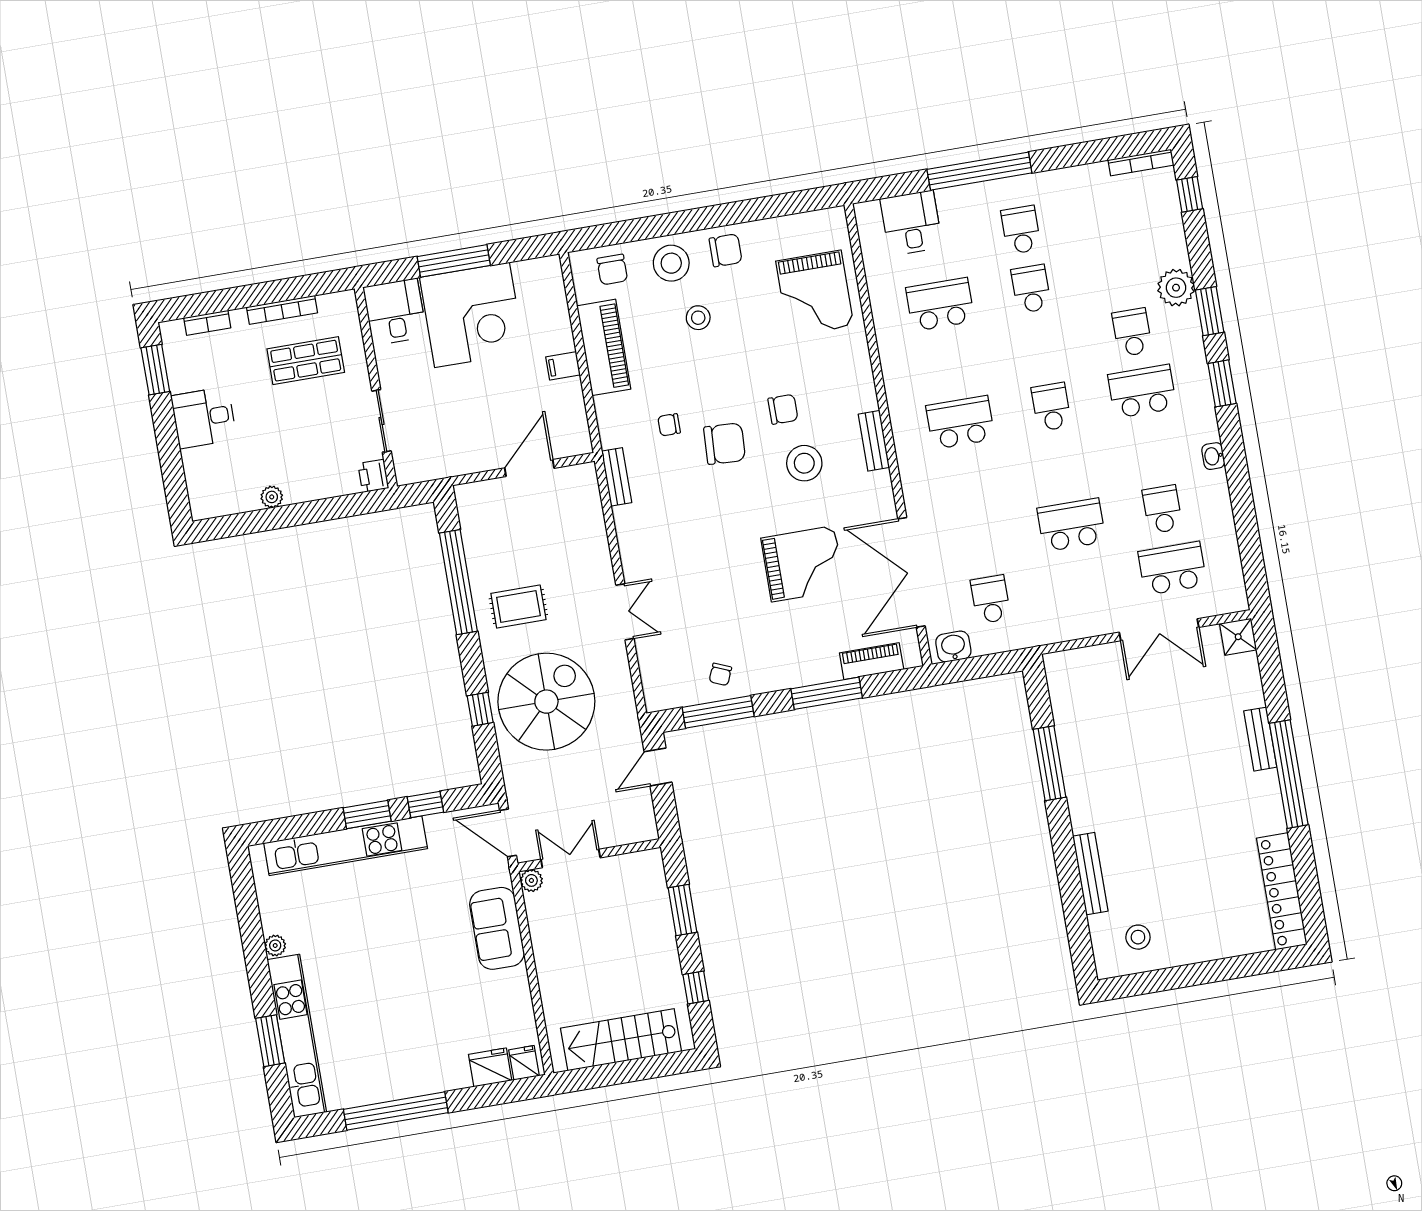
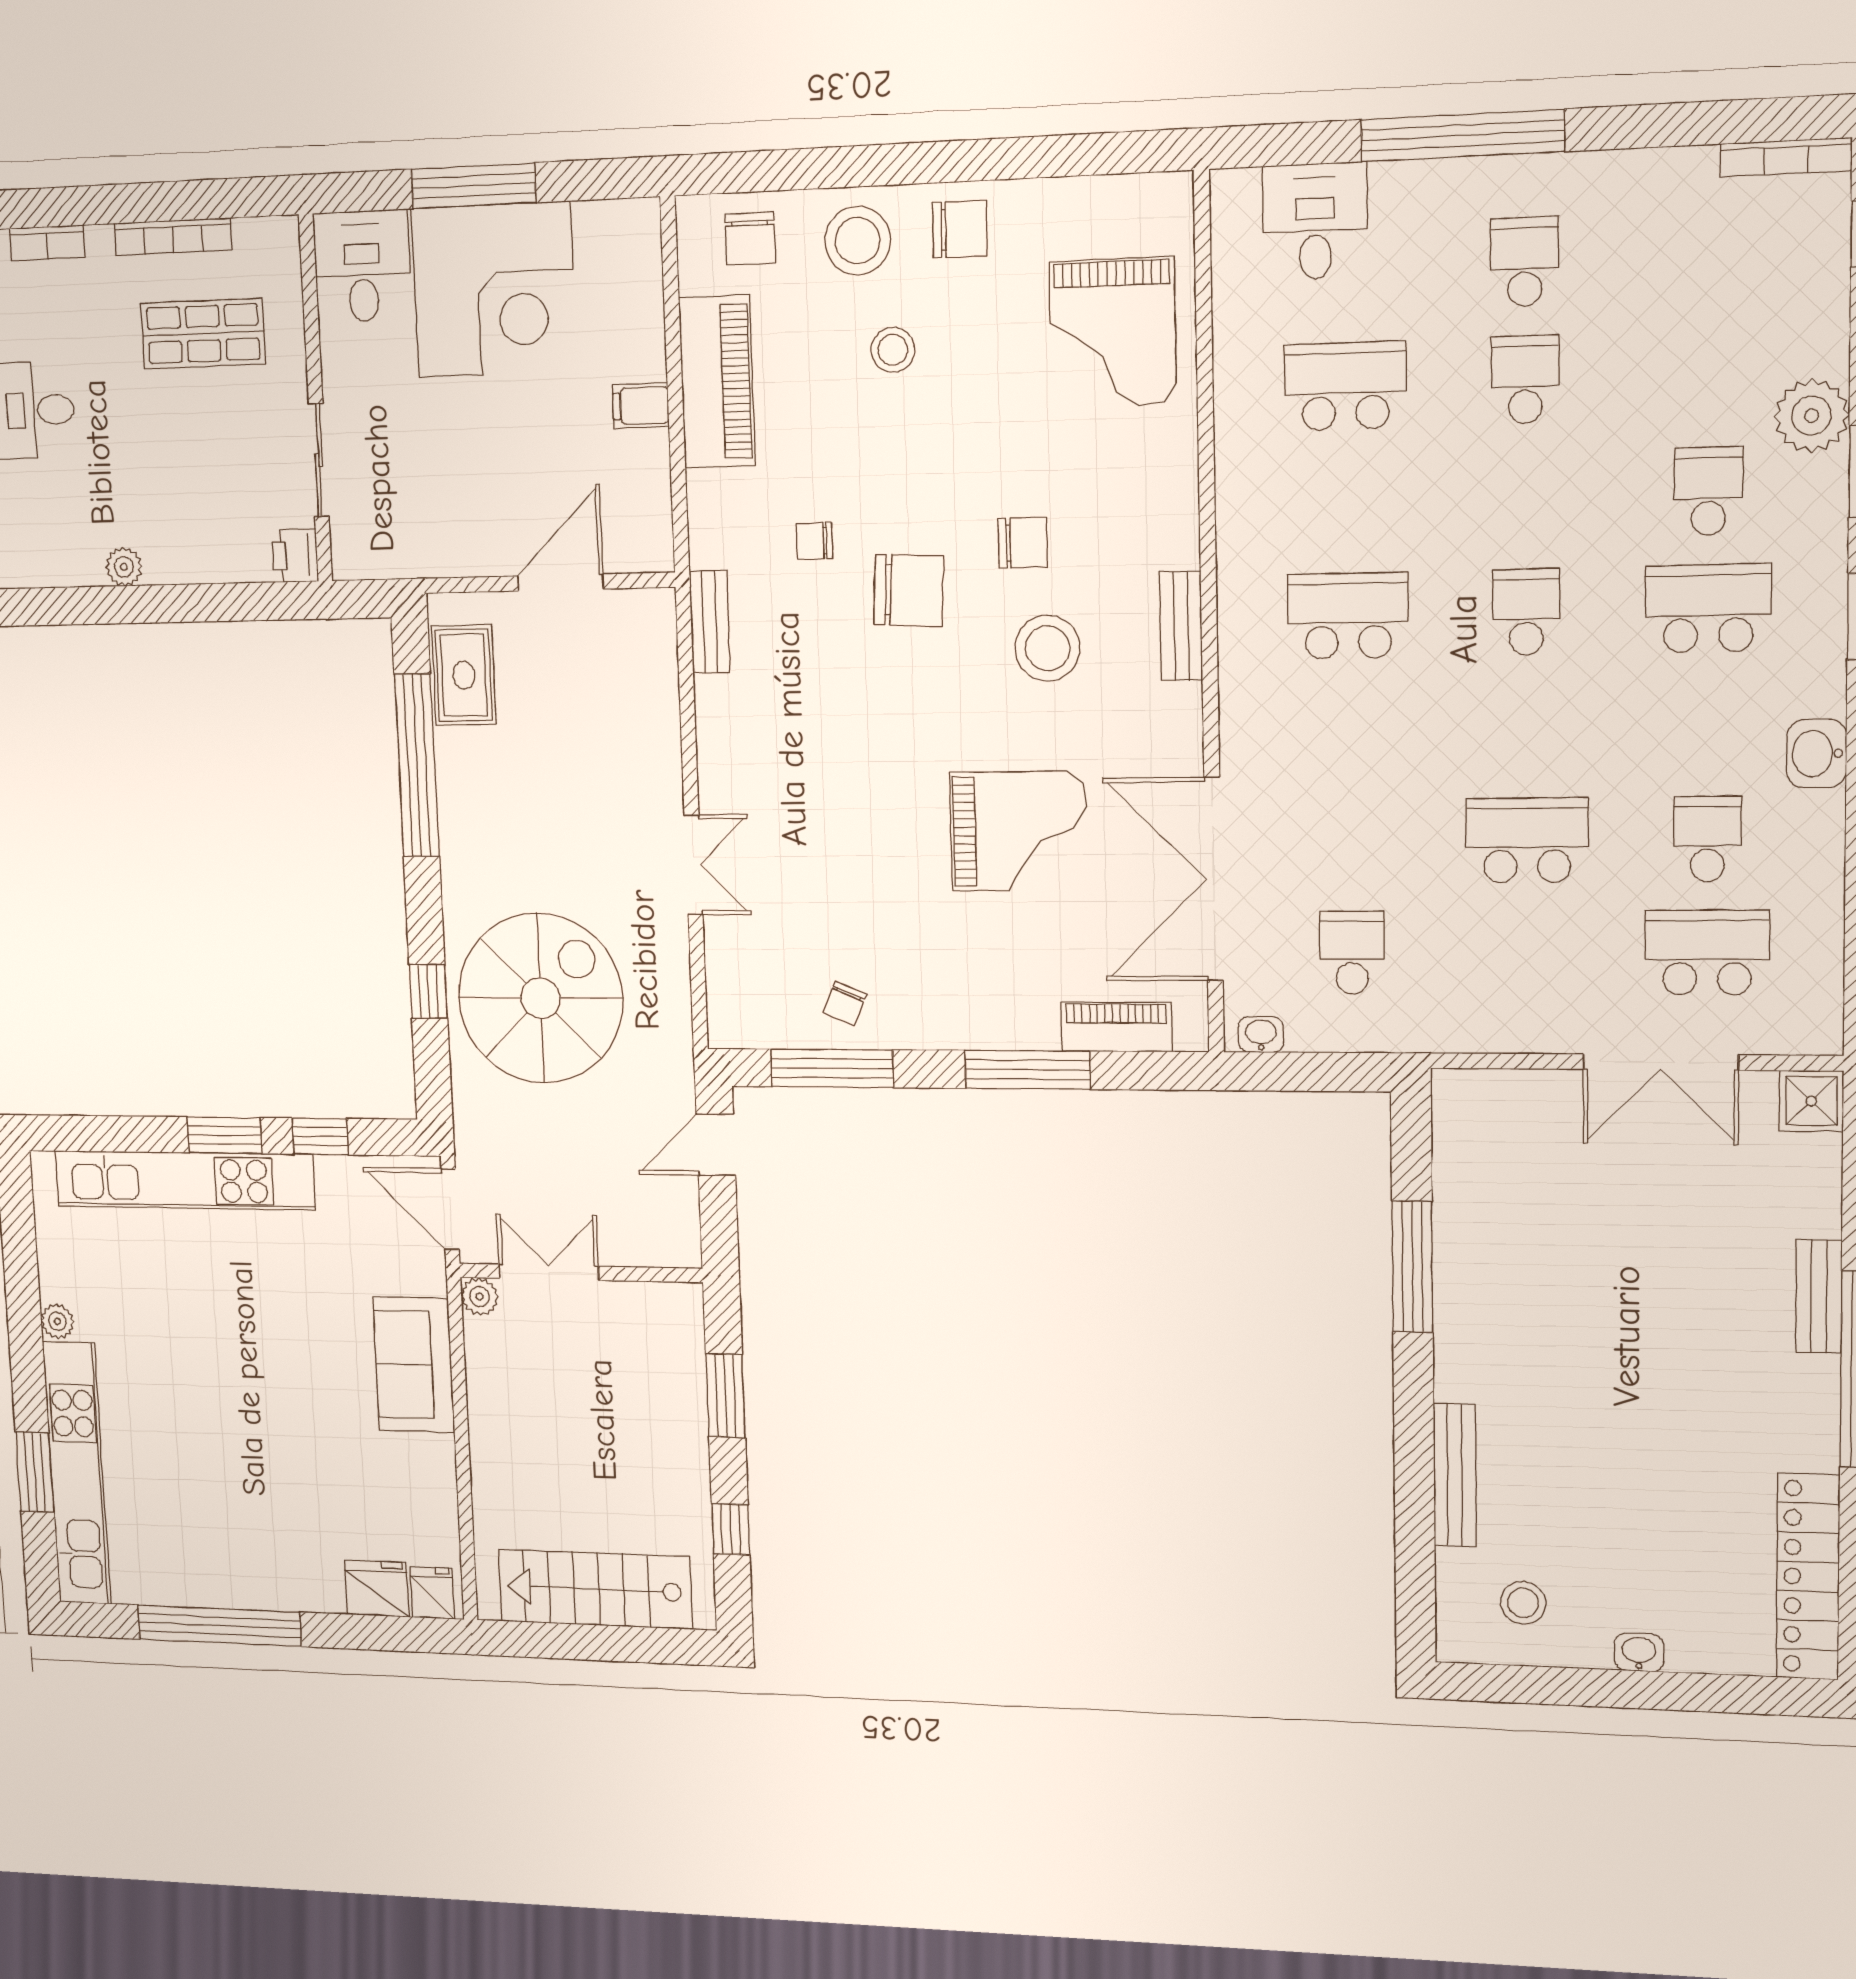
washbasin: (1213, 456) -> (1817, 754), width x1.38, depth x1.45
rug: (518, 607) -> (464, 675), moved, turned 90
washbasin: (953, 647) -> (1261, 1034), width x0.72, depth x0.69
washbasin: (1203, 952) -> (1639, 1652), added

